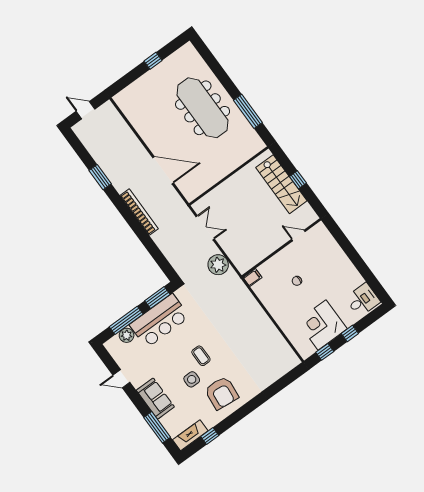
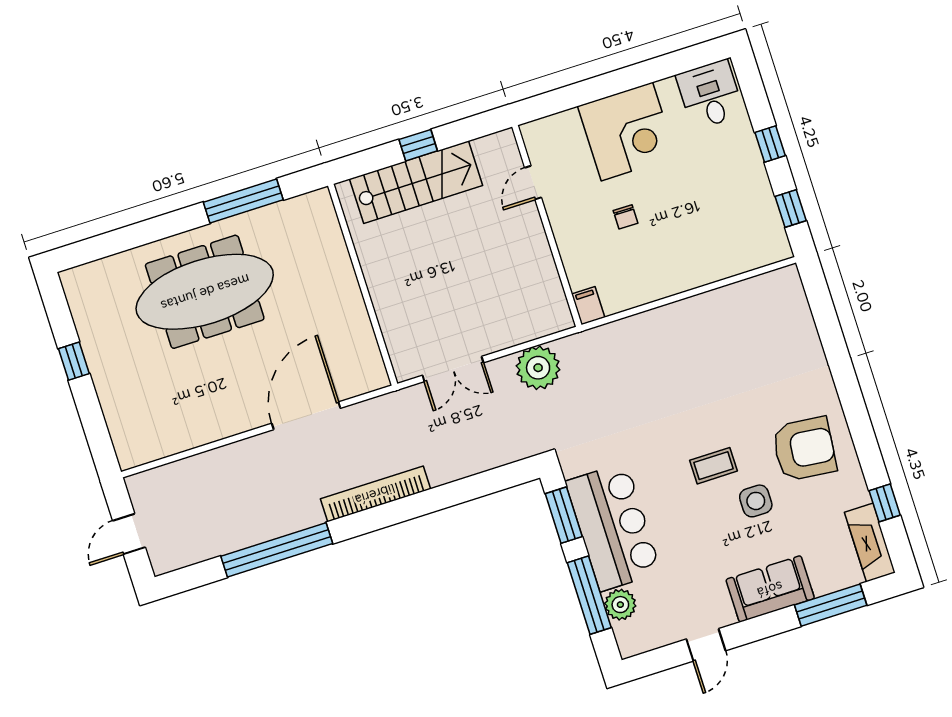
window: (100, 177) -> (277, 550), width x2.11
double door: (205, 228) -> (453, 369), swing flipped
corner desk: (322, 325) -> (627, 132), moved, turned -90

